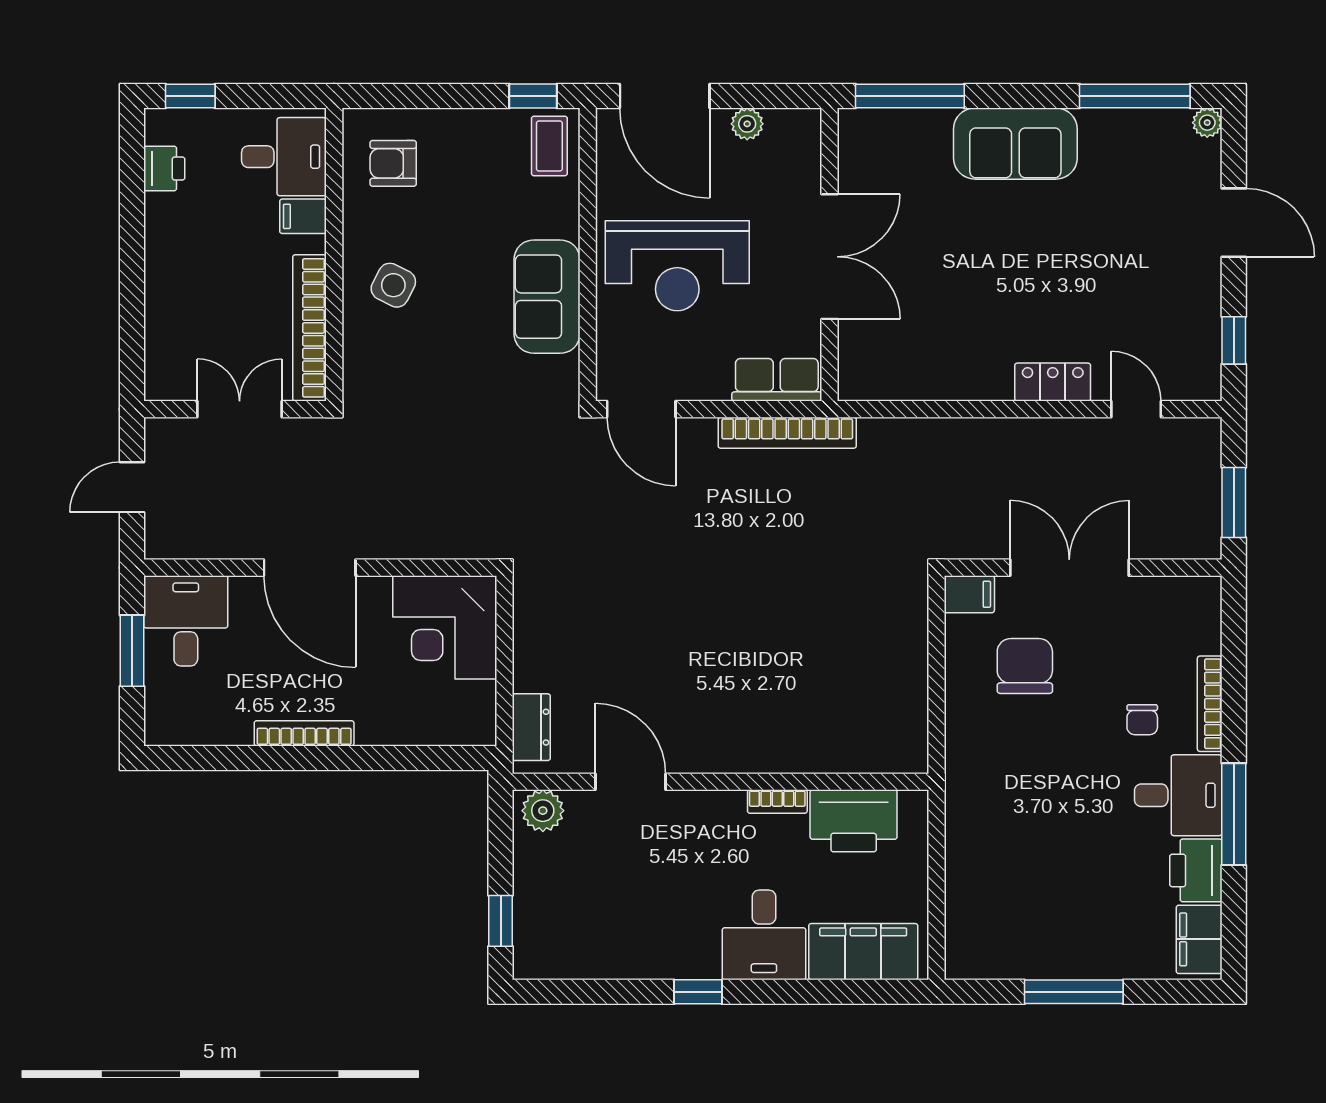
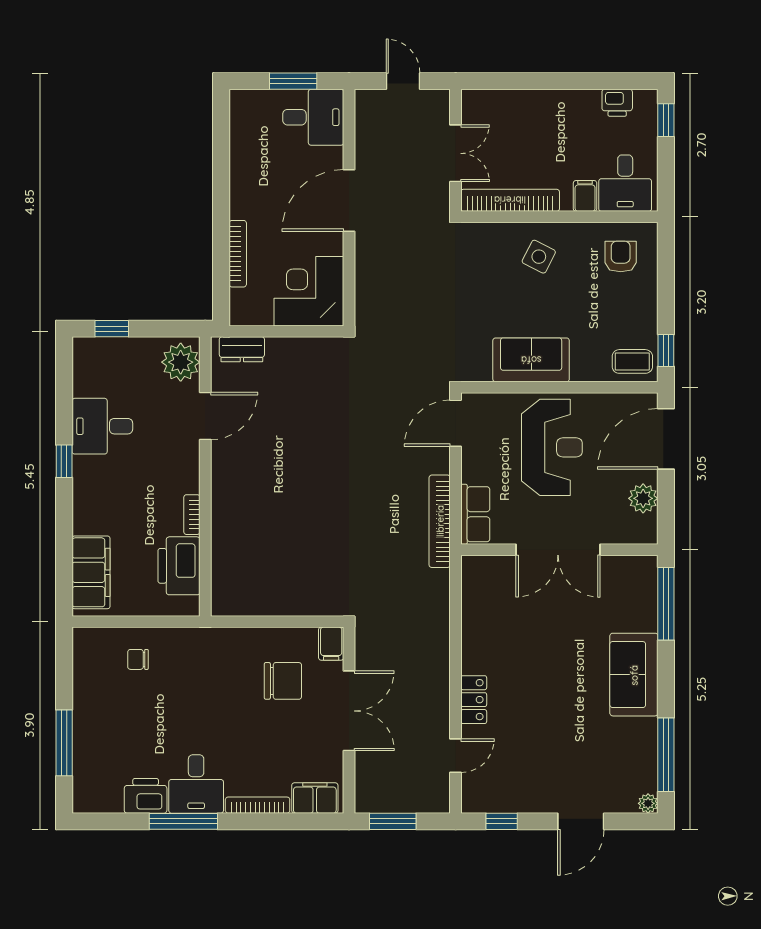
plant: (747, 124) -> (643, 498), width x1.38, depth x1.38
reception desk: (677, 266) -> (552, 447), turned 180
chair: (1142, 720) -> (138, 659), moved
bookcase: (304, 733) -> (238, 254), moved
plant: (543, 811) -> (181, 362), width x1.36, depth x1.36
desk: (764, 935) -> (102, 426), moved
filing cabinet: (1199, 939) -> (315, 798), moved
window: (1074, 992) -> (64, 743), moved

